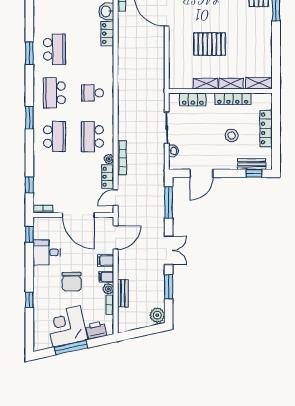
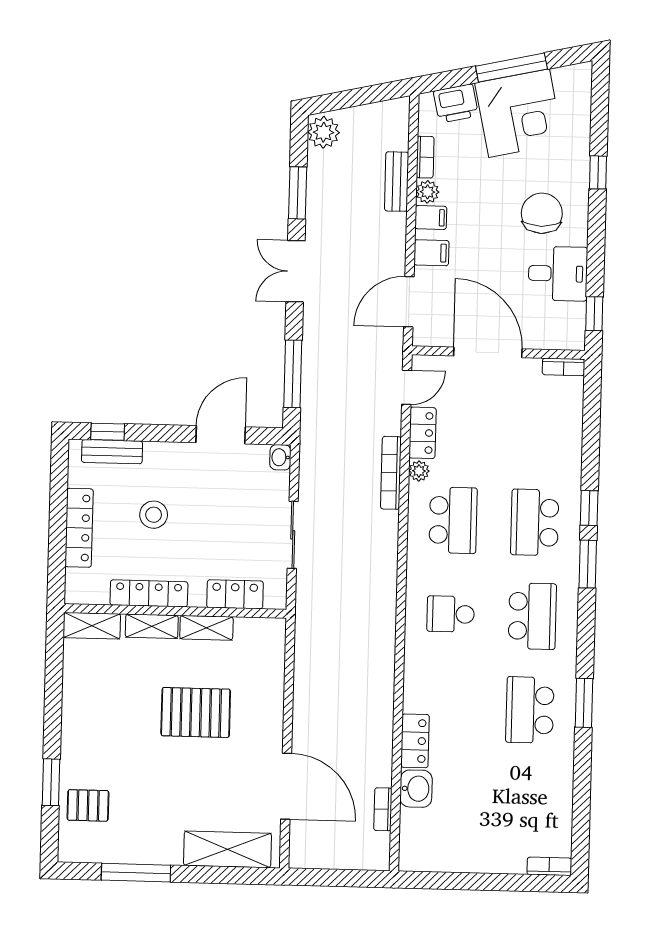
school desk: (92, 93) -> (451, 614), turned 180
washbasin: (173, 151) -> (280, 457), moved
window: (29, 185) -> (589, 508), moved
chair: (72, 282) -> (542, 213), moved

